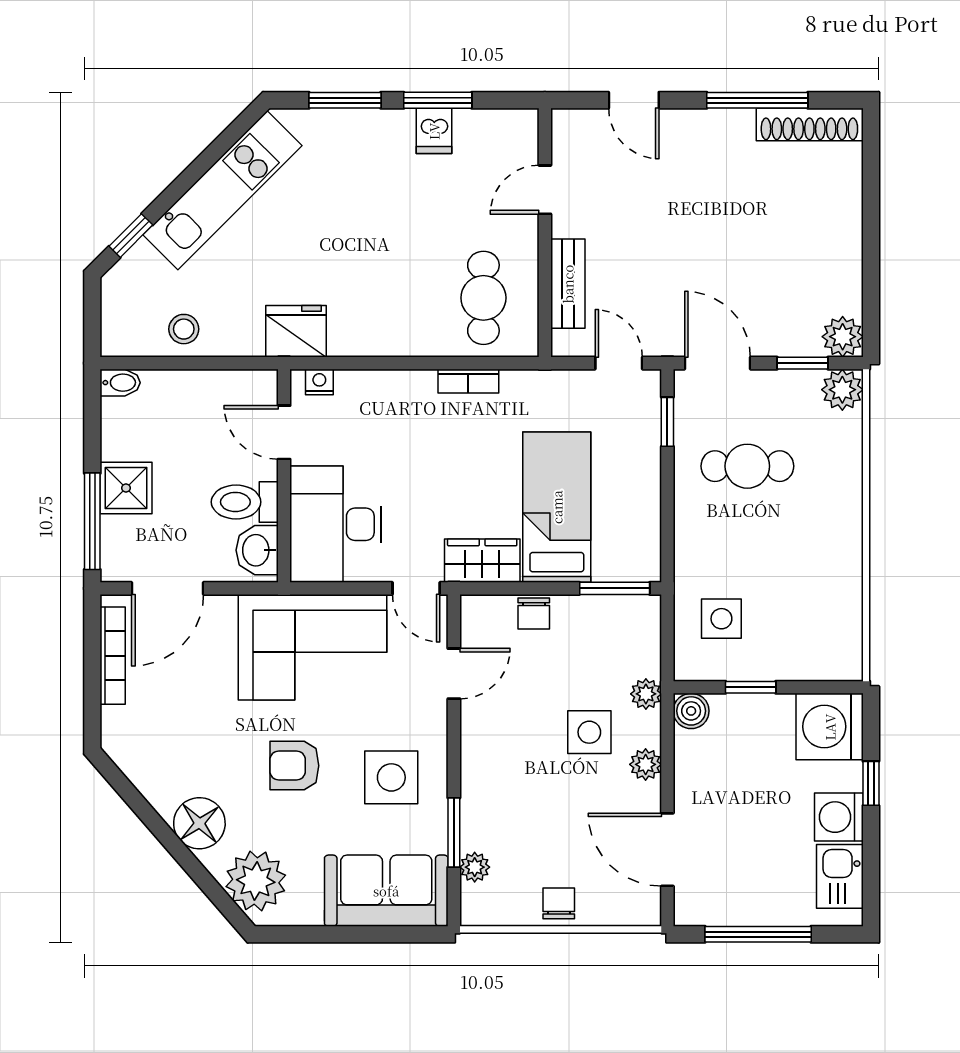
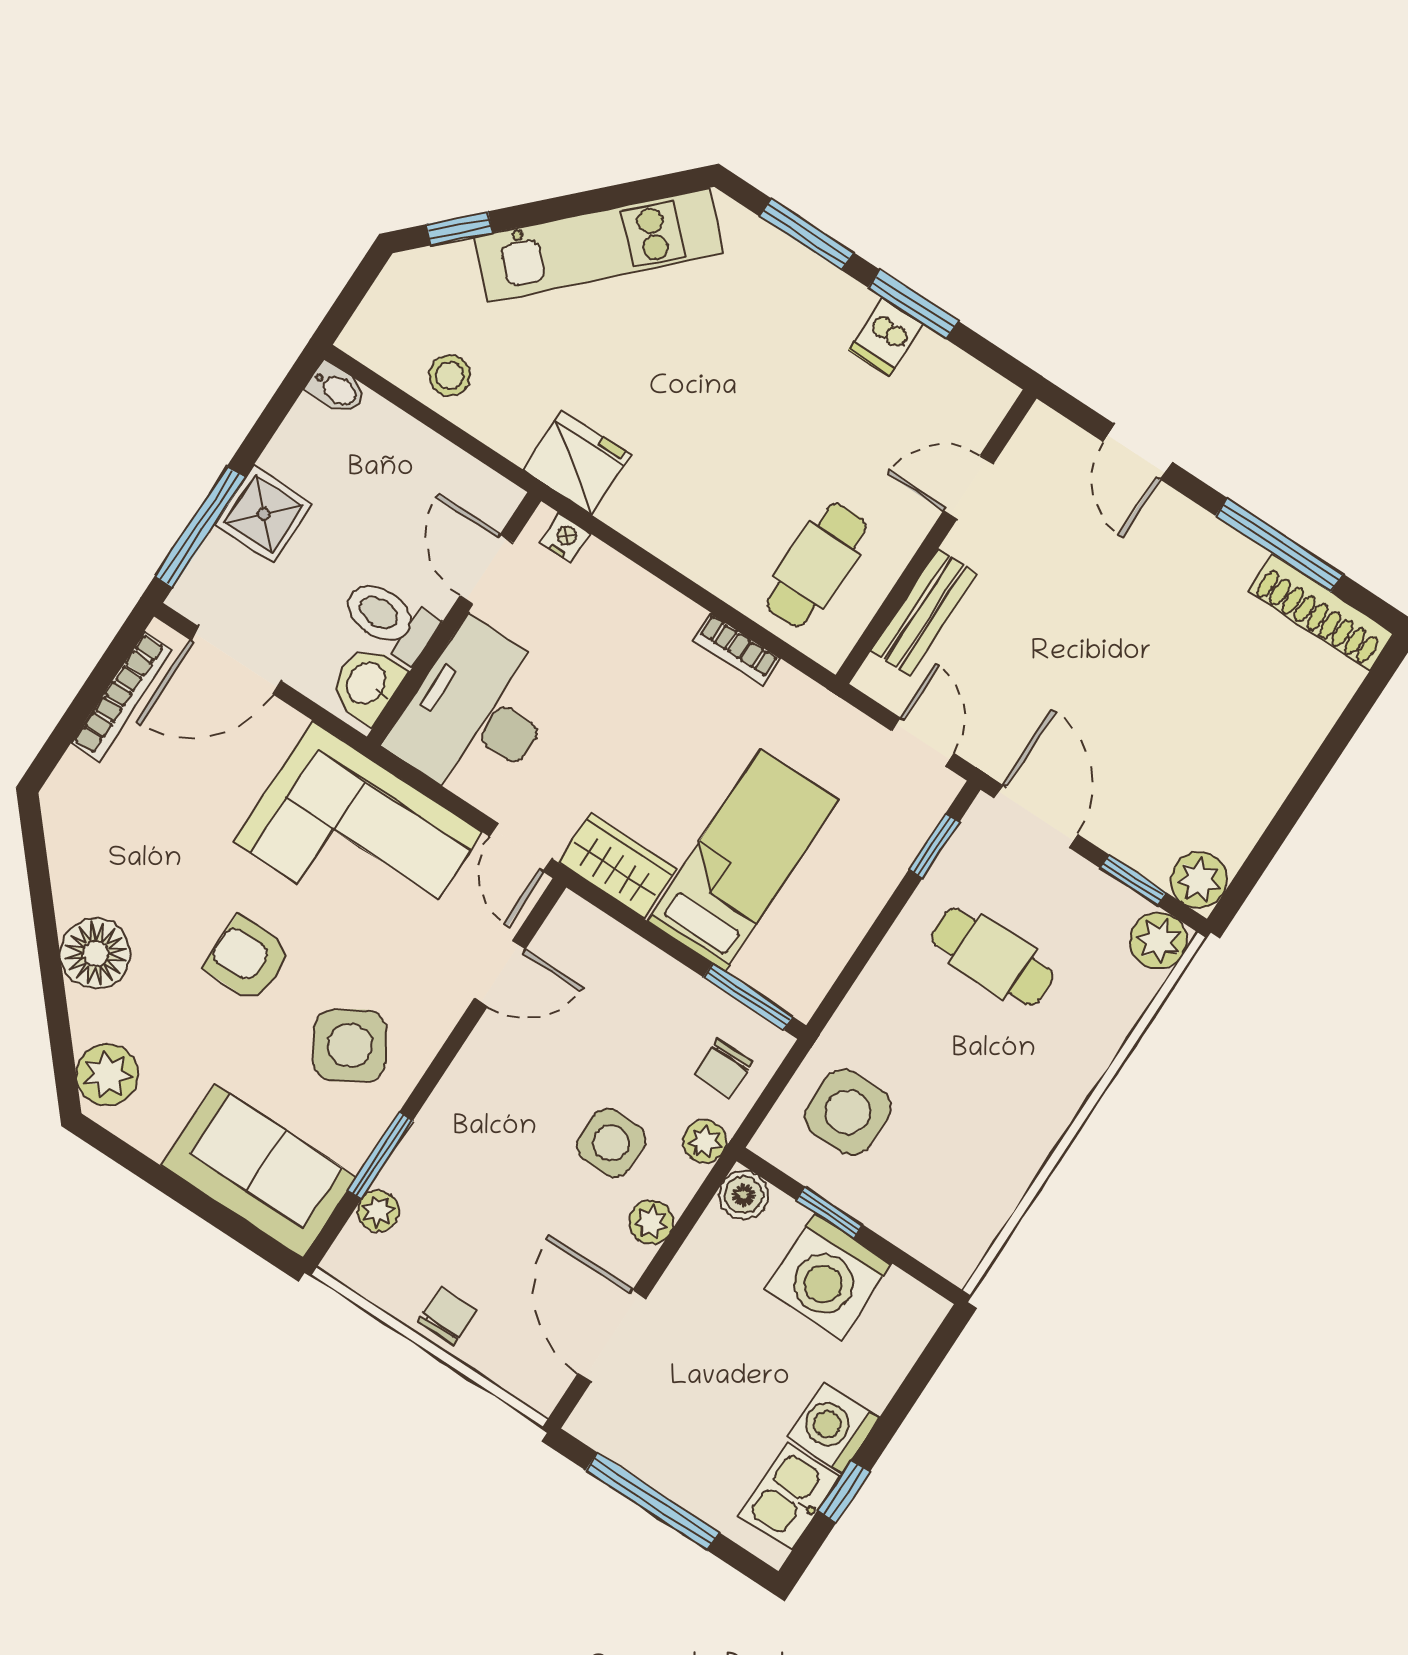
chair: (534, 613) -> (723, 1068), moved
side table: (721, 619) -> (848, 1112), width x1.37, depth x1.37
washing machine: (830, 727) -> (828, 1276), moved, turned -90
side table: (391, 777) -> (350, 1045), turned -32
window: (871, 783) -> (844, 1491), moved
plant: (256, 881) -> (107, 1075), width x0.73, depth x0.73

